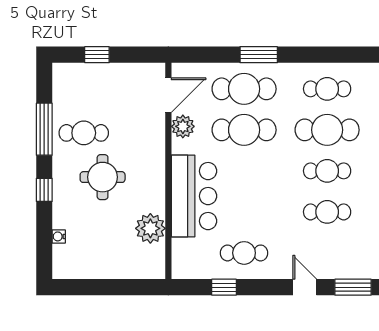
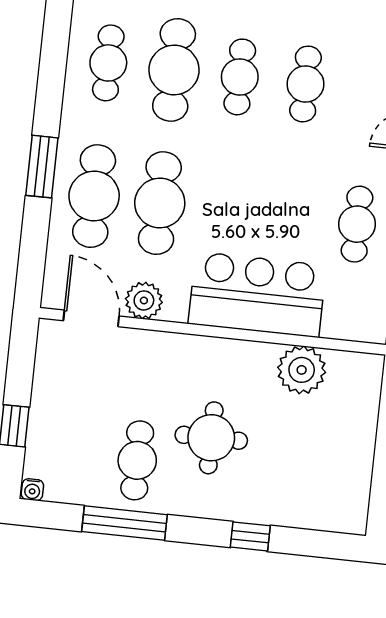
window: (44, 190) -> (250, 536), moved
water cooler: (59, 236) -> (32, 490), moved

